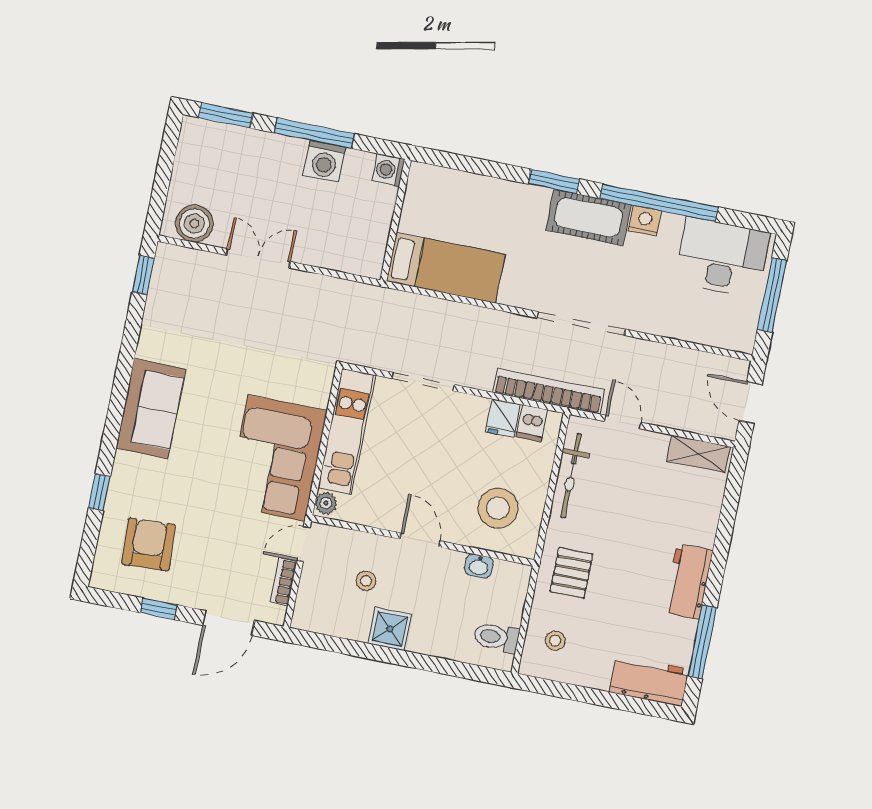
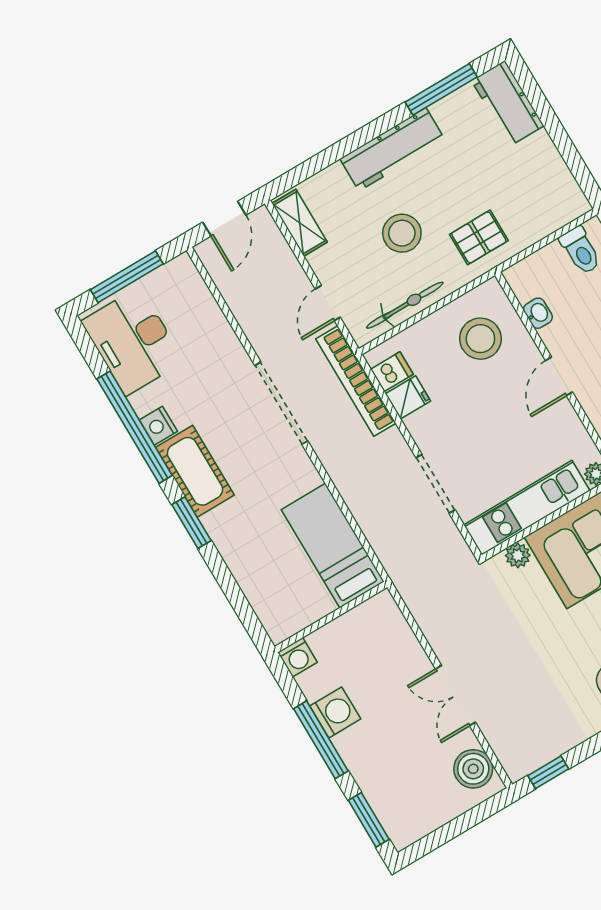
plant: (318, 394) -> (518, 555), added
workbench: (688, 581) -> (392, 149), width x1.37
stool: (555, 641) -> (402, 233), moved, width x1.89, depth x1.89

